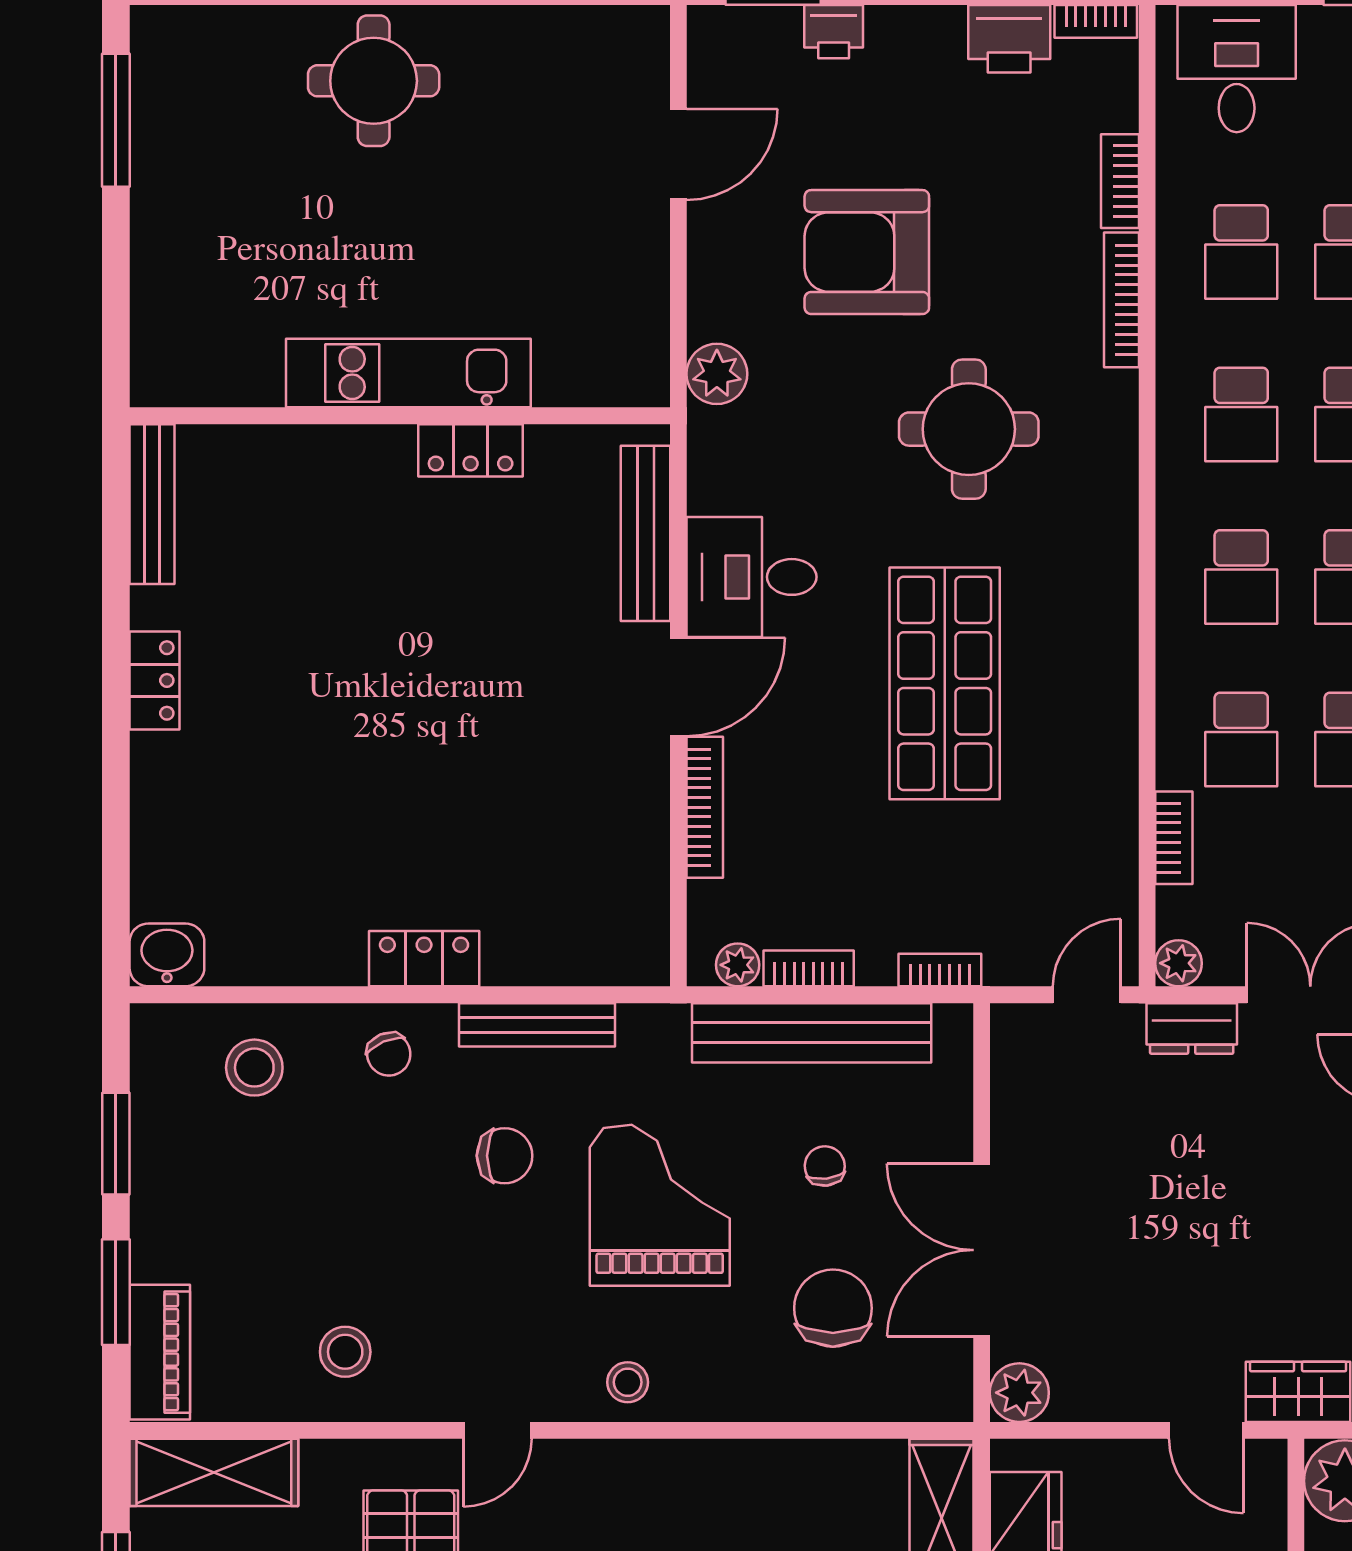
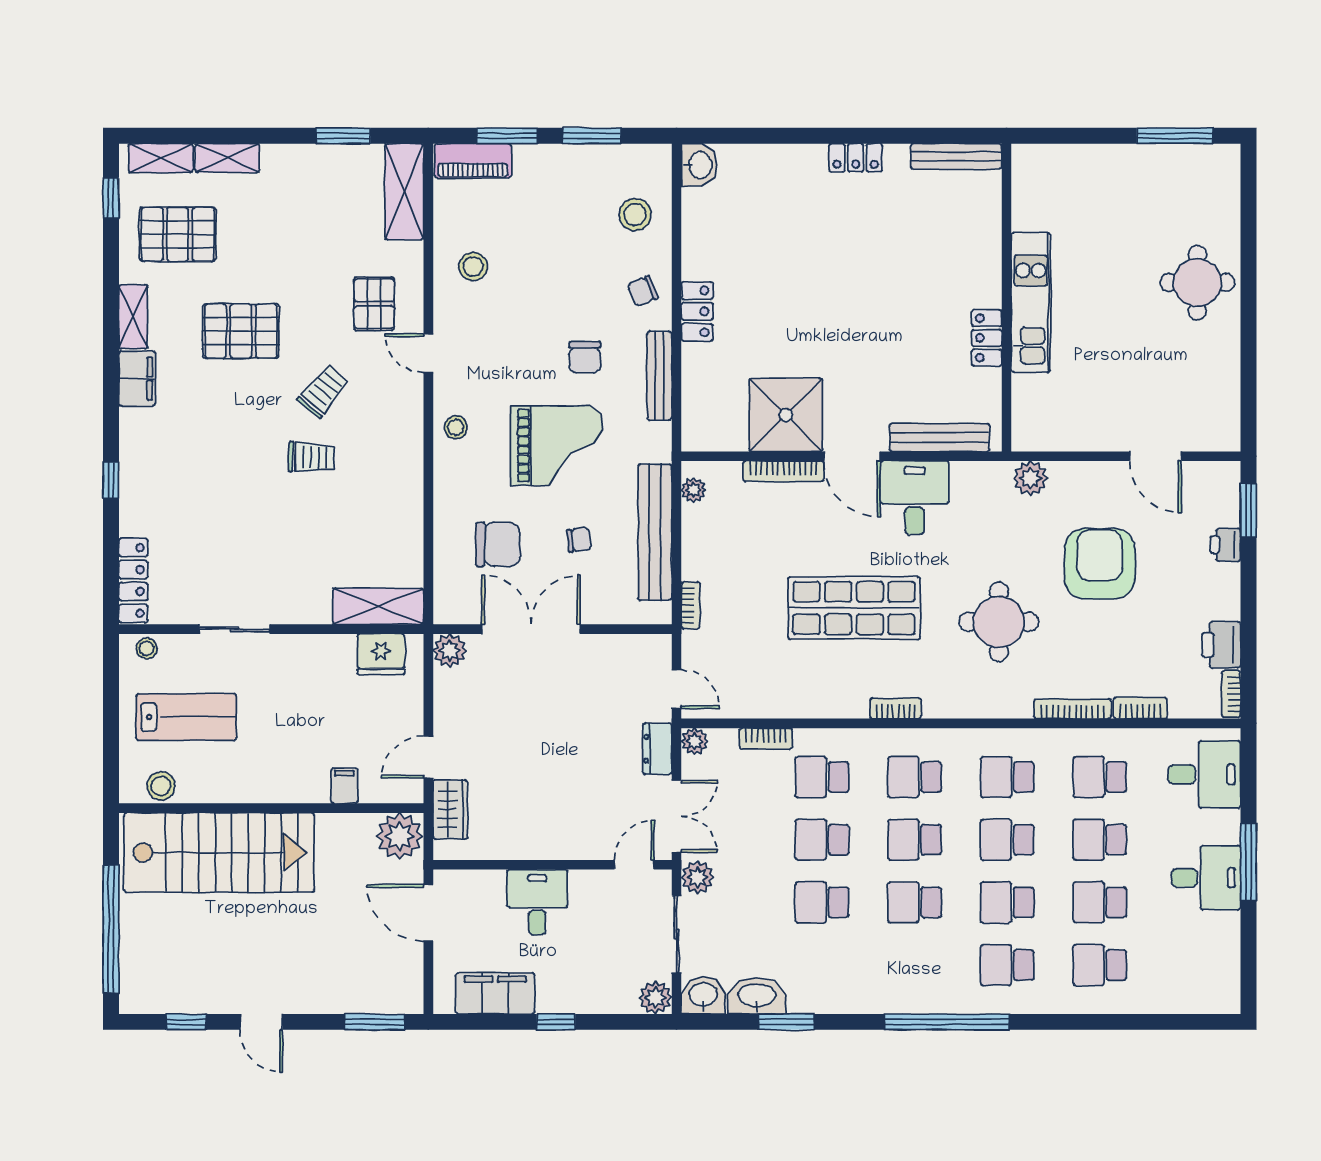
shower: (606, 803) -> (786, 415), added
bookcase: (809, 968) -> (896, 708), moved, turned -90

